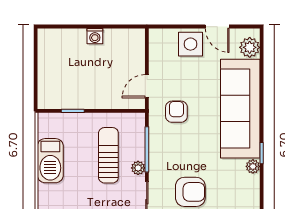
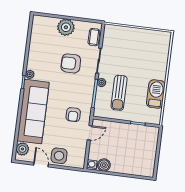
washing machine: (95, 36) -> (92, 165), moved
boiler: (118, 38) -> (104, 165), added

